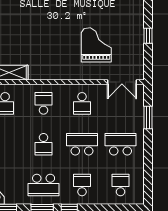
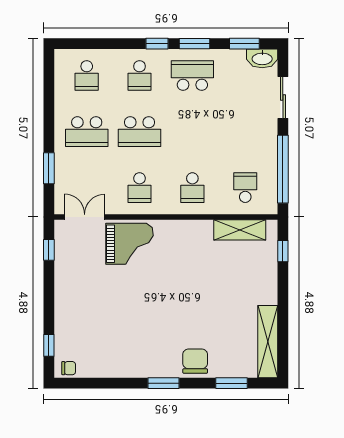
window: (148, 36) -> (49, 250), moved
grand piano: (96, 45) -> (129, 244), moved, turned -90
school desk: (82, 103) -> (140, 188), turned 180
school desk: (44, 144) -> (192, 132), removed

